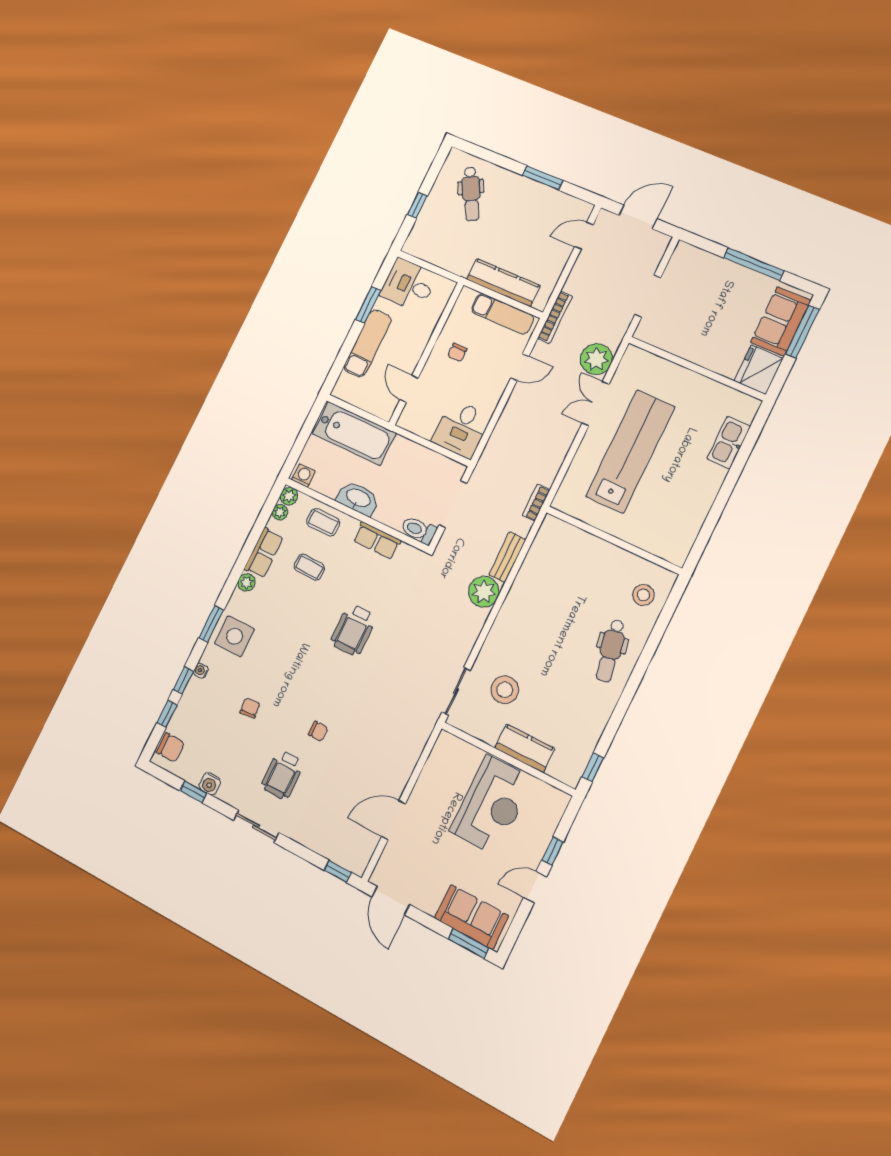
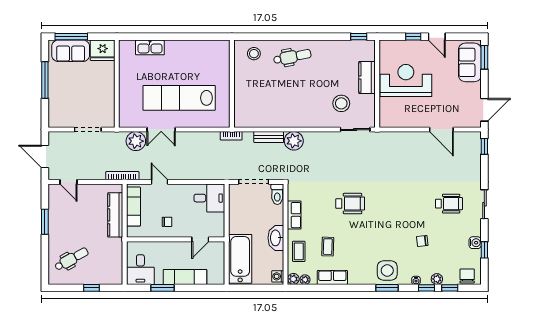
plant: (246, 582) -> (437, 279), moved
chair: (318, 731) -> (415, 196), removed

